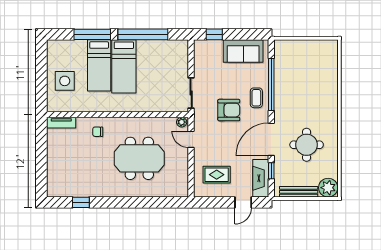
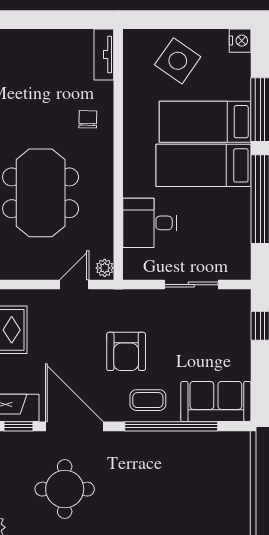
nightstand: (53, 46) -> (240, 41), added
sofa: (243, 51) -> (216, 402), moved, turned 90
side table: (65, 81) -> (178, 61), turned 35
sliding door: (191, 93) -> (191, 285), moved
desk: (156, 97) -> (150, 223), added

